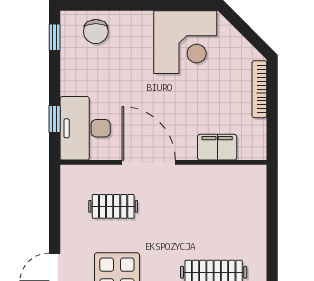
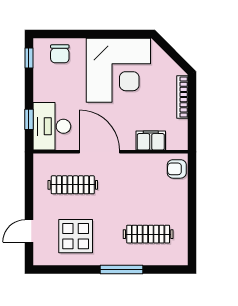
corner desk: (185, 42) -> (118, 70), width x1.36, depth x1.36
armchair: (252, 185) -> (177, 169), added
clothes rail: (113, 206) -> (73, 185), width x1.36

